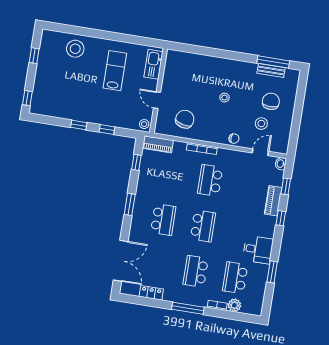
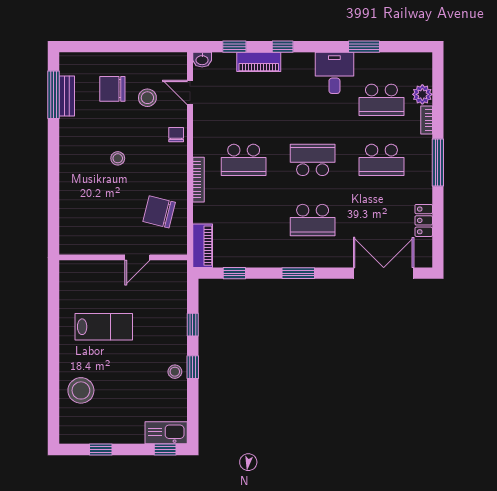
kitchen sink: (153, 64) -> (166, 433), moved, turned 180
lab bench: (115, 71) -> (104, 327), turned 180
stool: (144, 124) -> (175, 372), moved
school desk: (163, 220) -> (313, 220), turned 180

